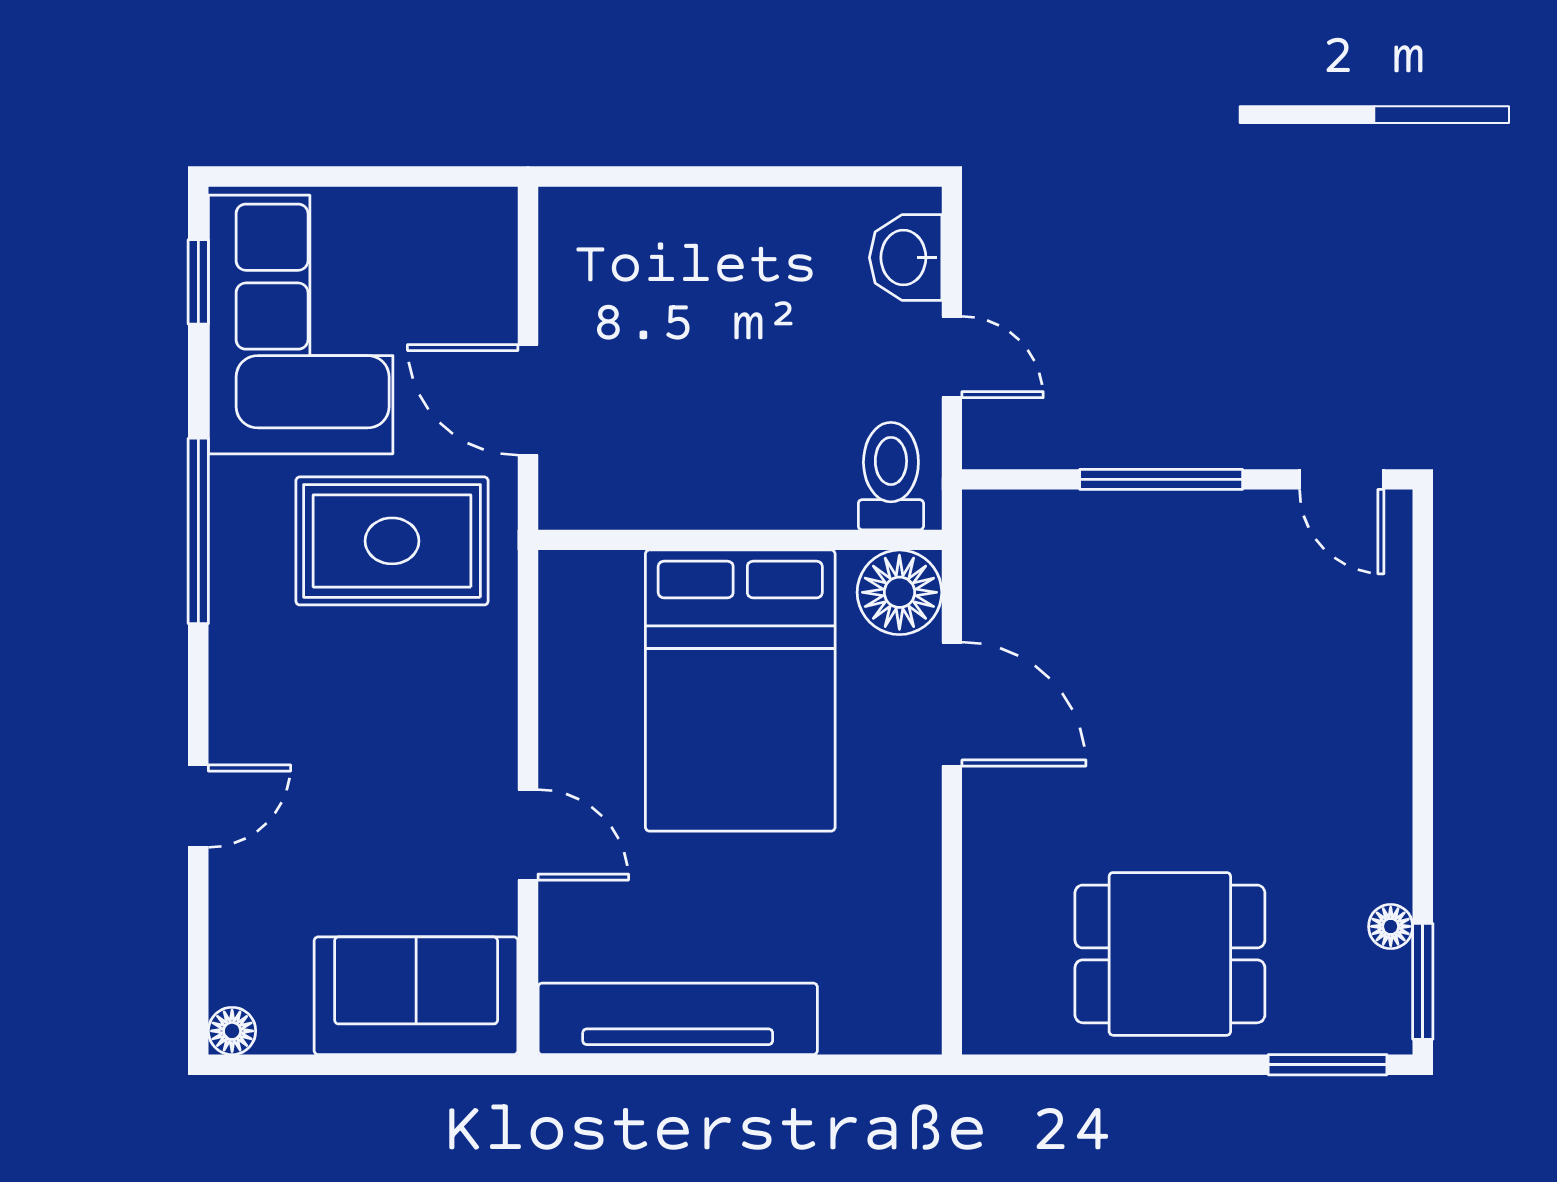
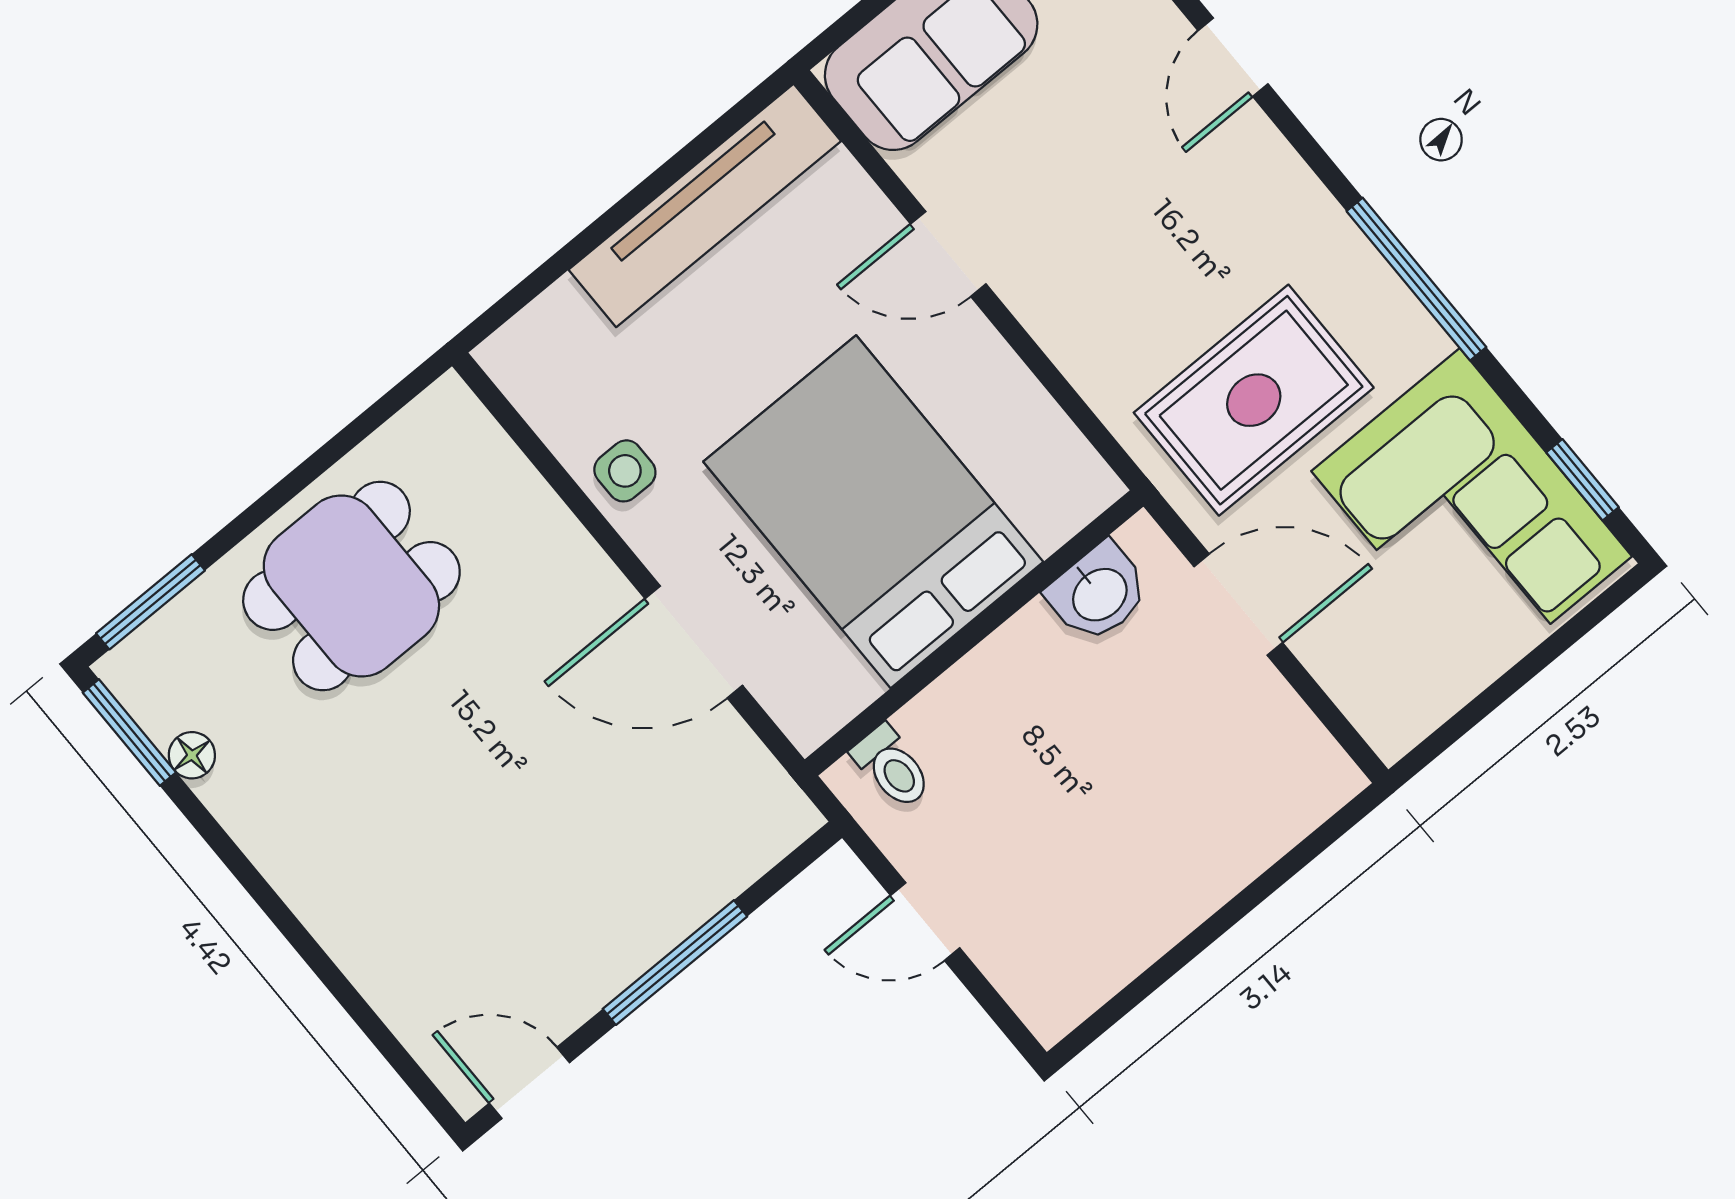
washbasin: (906, 258) -> (1098, 593), moved, turned 90
toilet: (891, 476) -> (892, 767), width x0.73, depth x0.72
floor lamp: (899, 592) -> (810, 697), removed
side table: (898, 872) -> (625, 471), added

